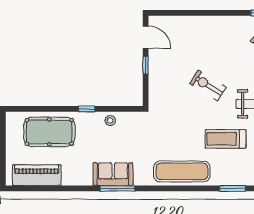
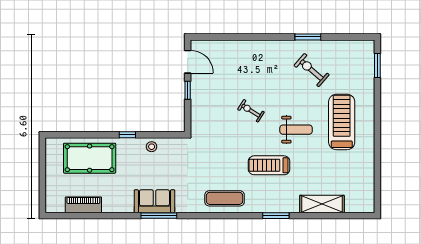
exercise bike: (208, 85) -> (251, 111), width x0.73, depth x0.72
exercise mat: (182, 171) -> (225, 198), width x0.73, depth x0.69
piano: (37, 175) -> (83, 205), width x0.73, depth x0.75

